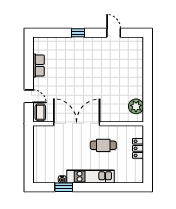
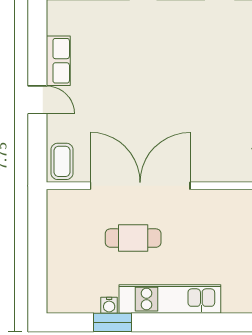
door: (29, 96) -> (37, 100), moved
cafe table: (103, 145) -> (133, 238), moved

